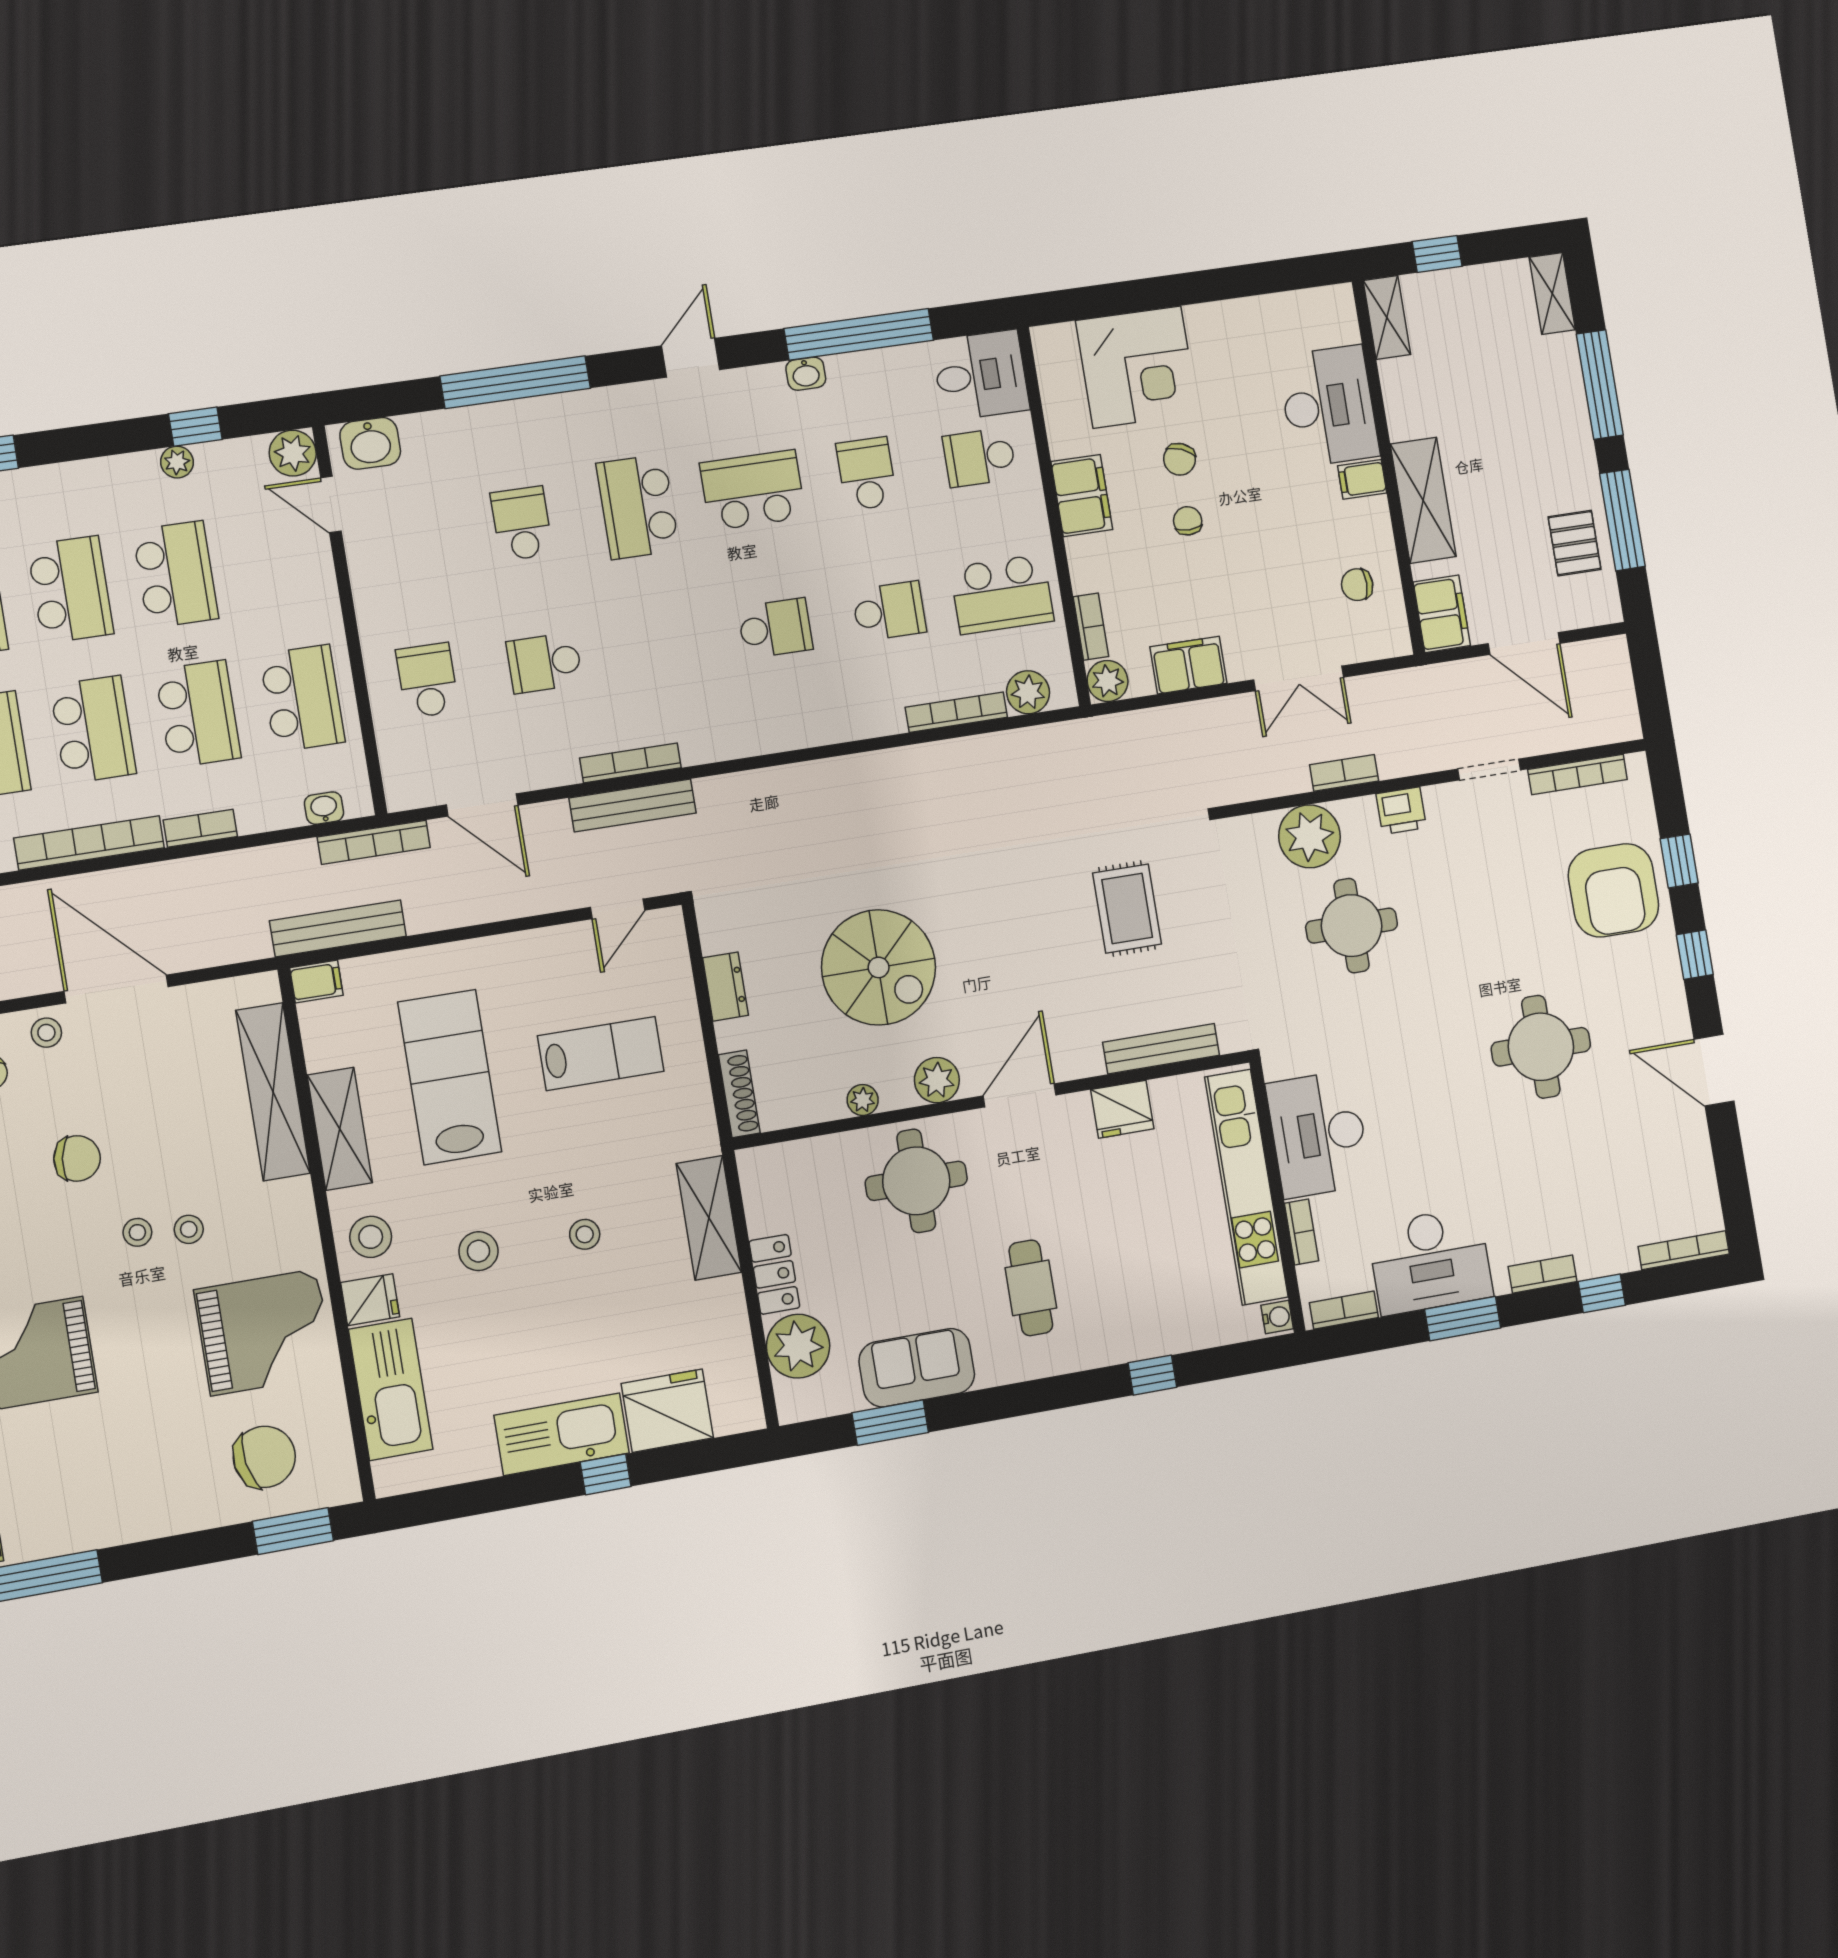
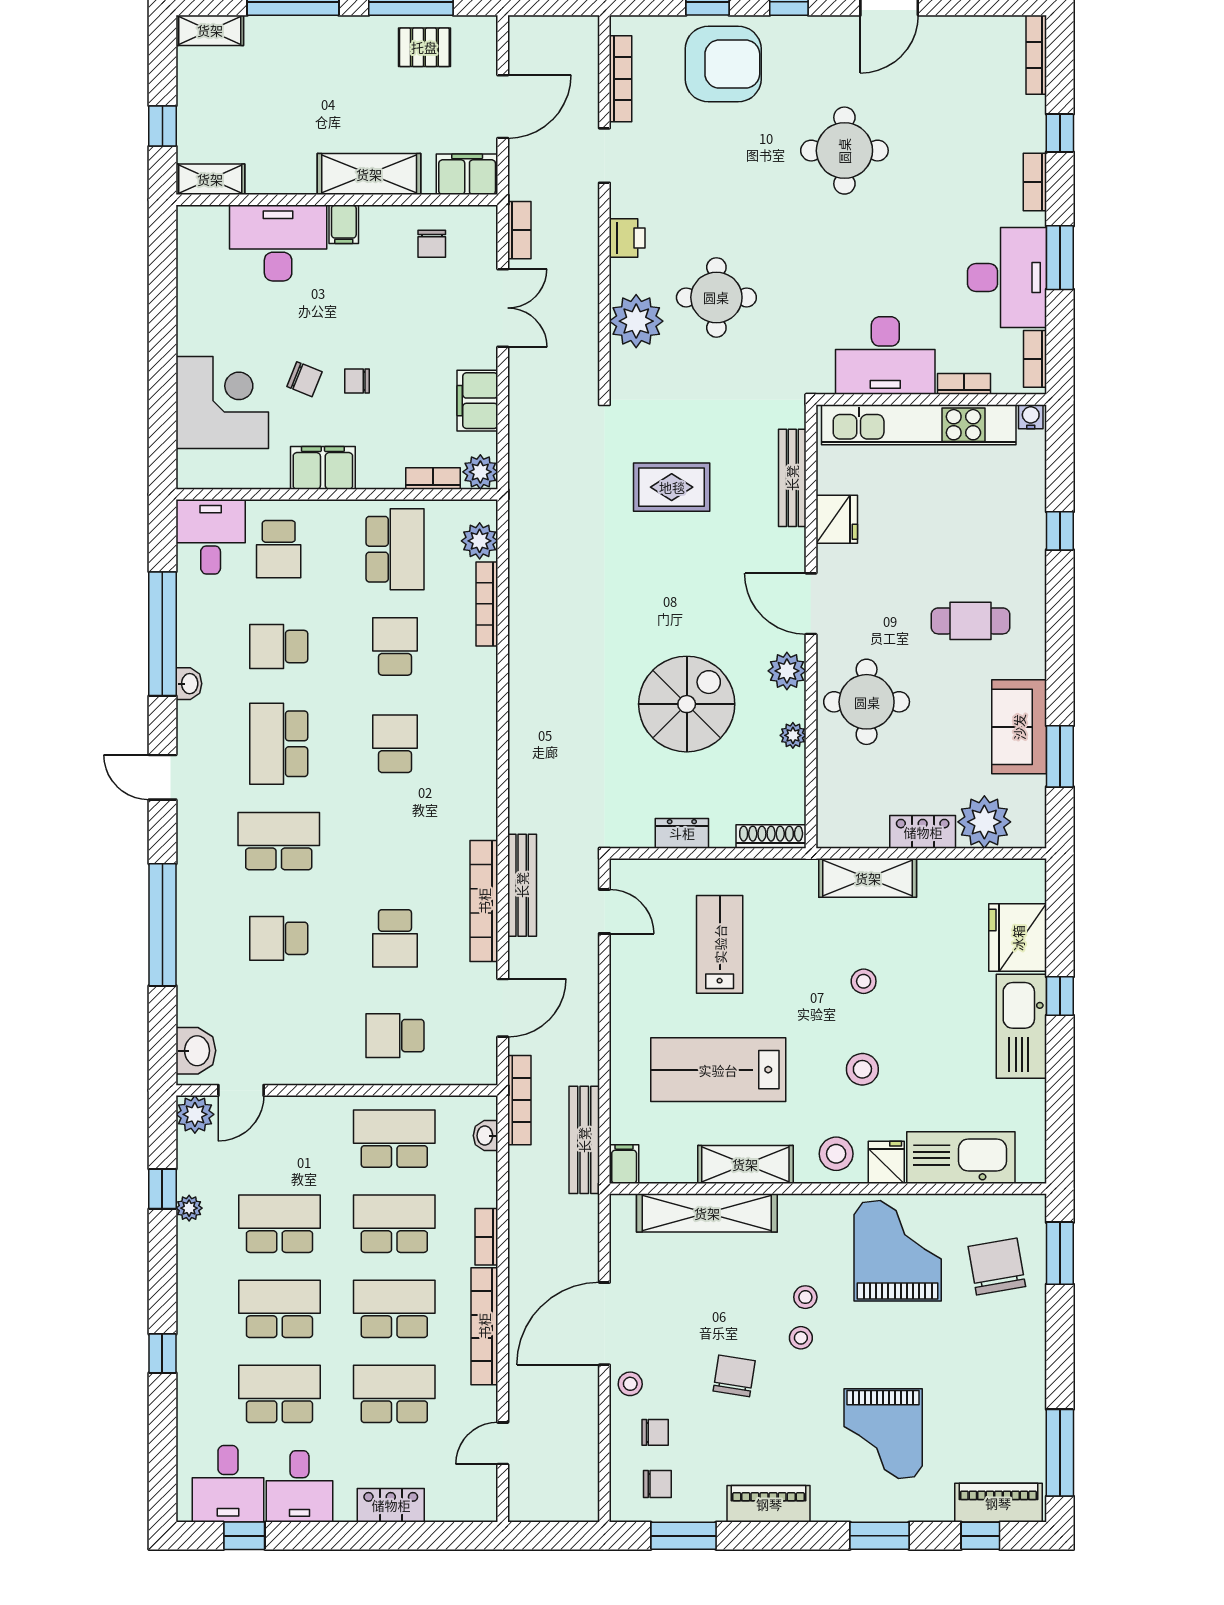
school desk: (638, 507) -> (279, 841), turned 180
bookcase: (630, 763) -> (484, 901), width x1.48, depth x1.31
bookcase: (1344, 773) -> (519, 230), moved, turned 180

